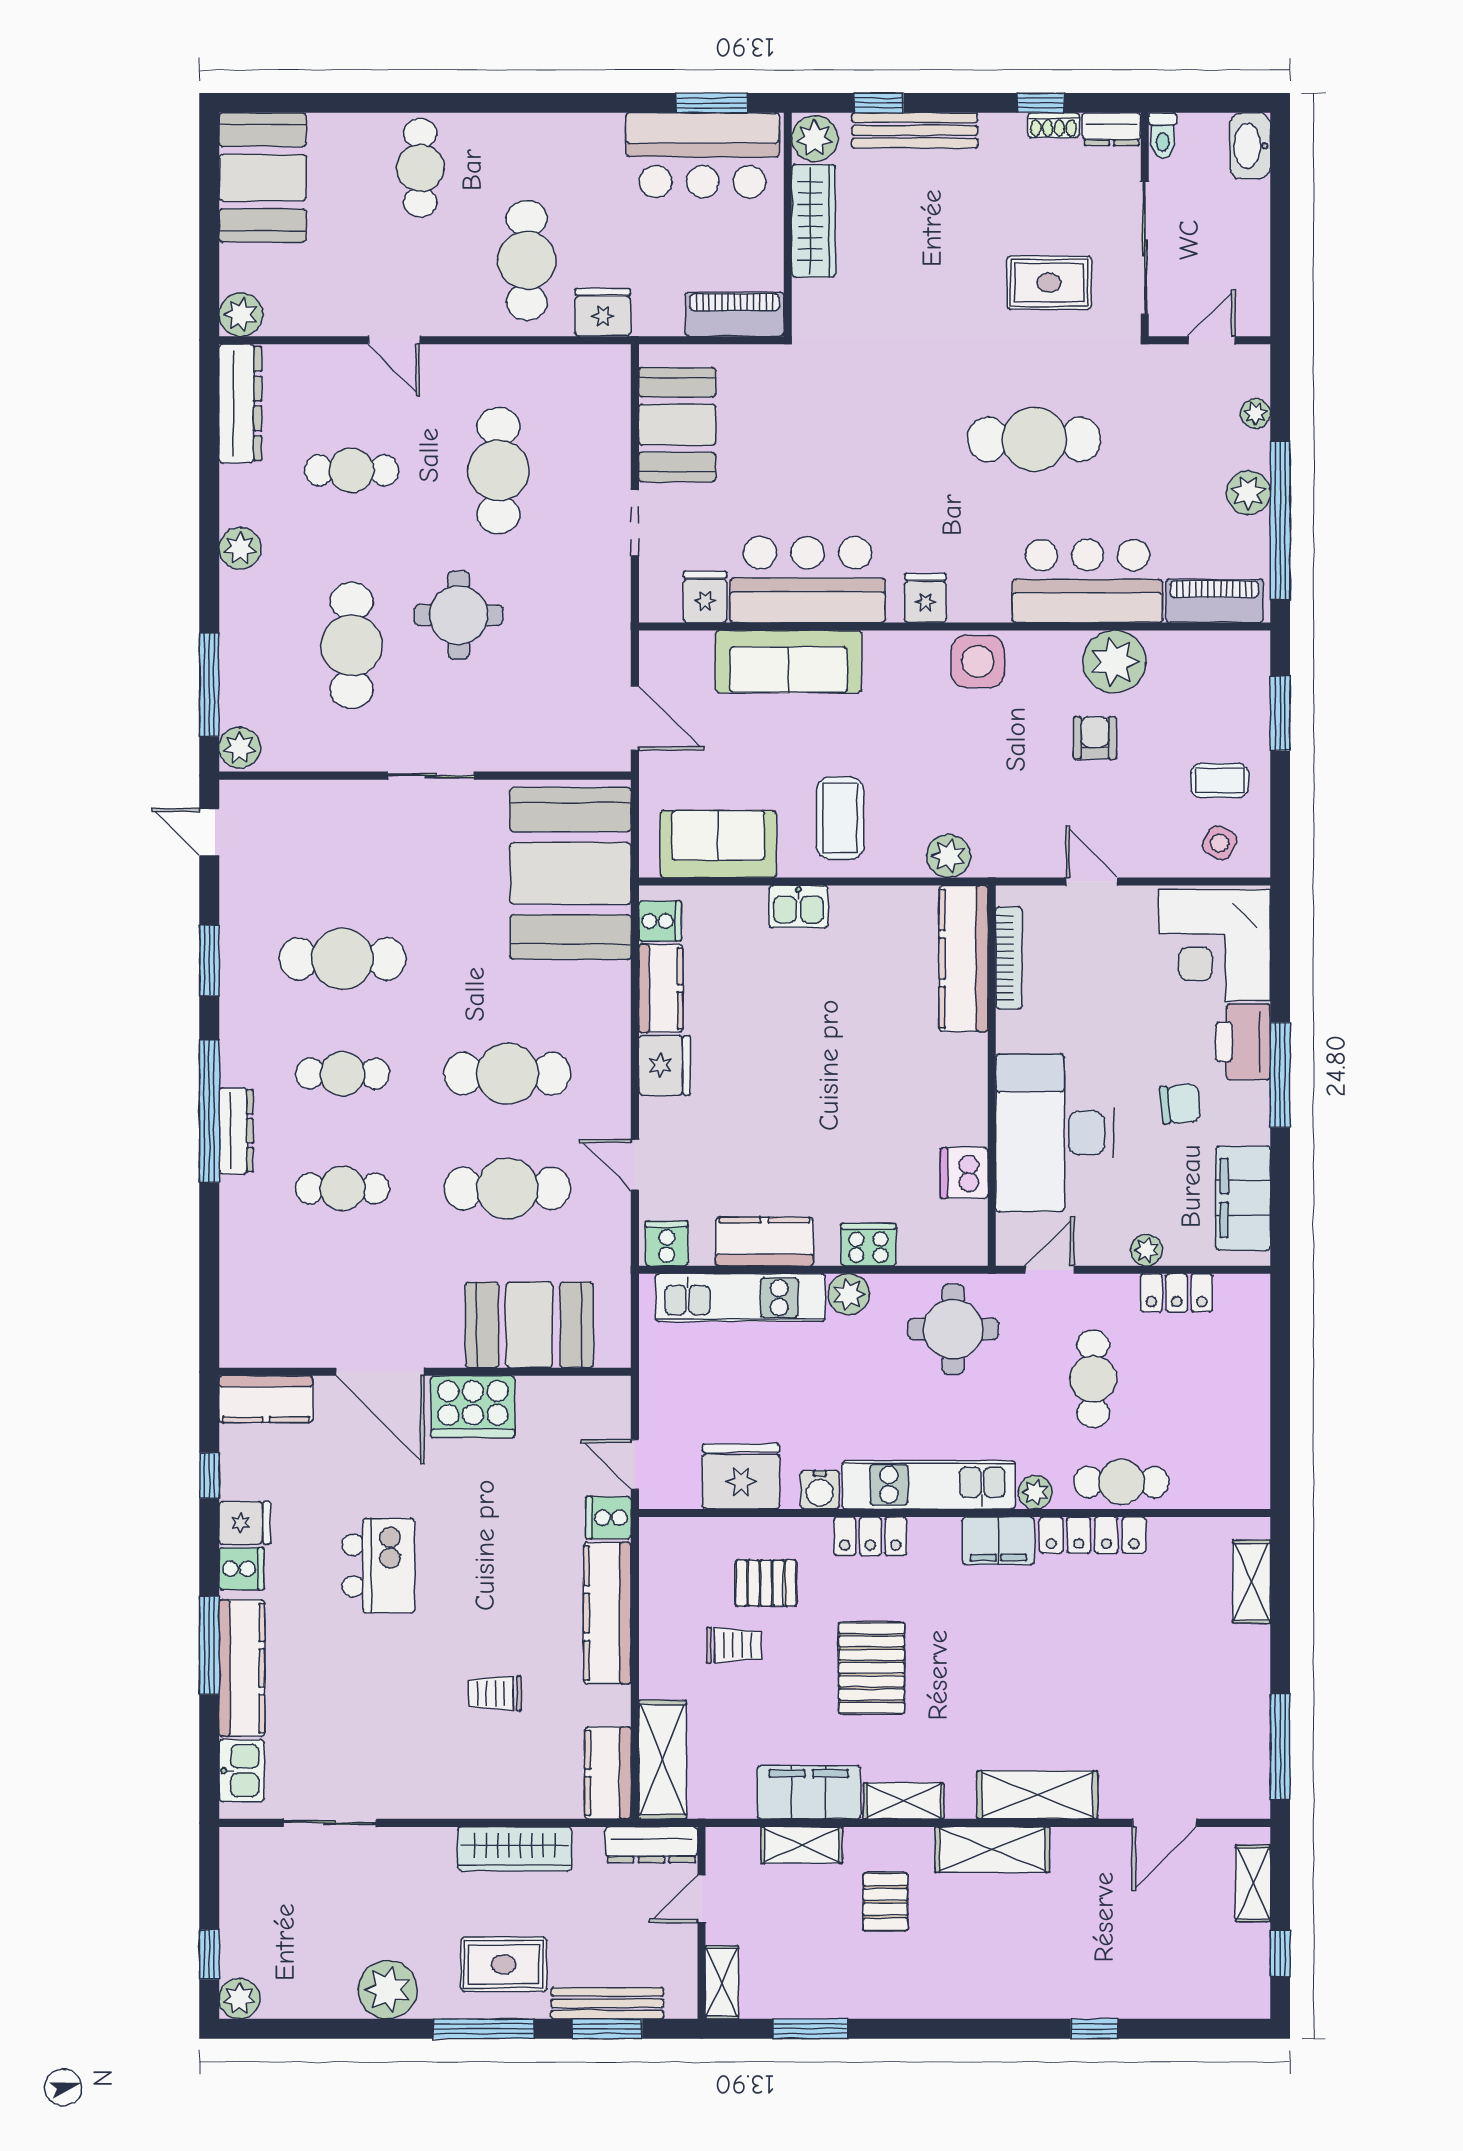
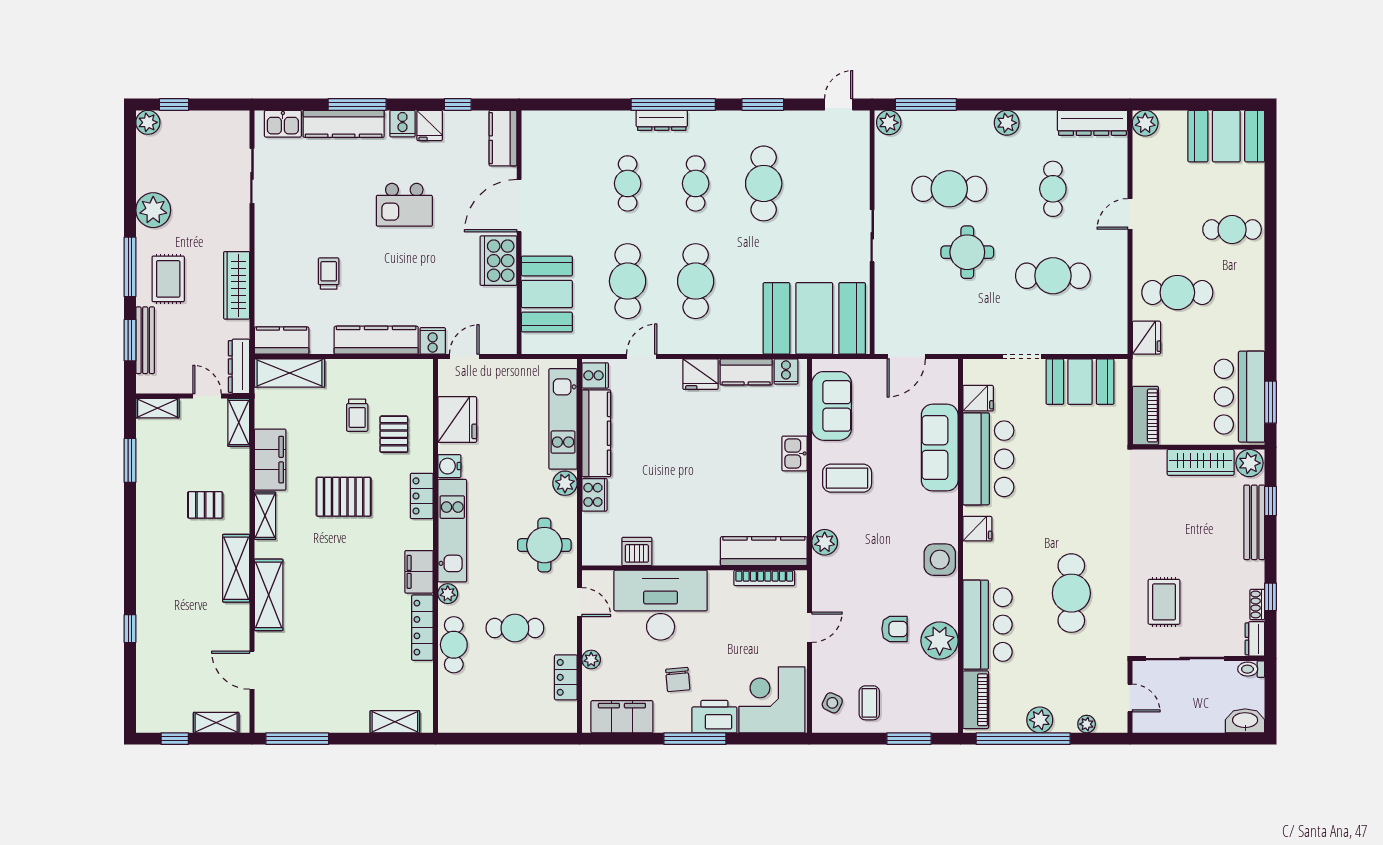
kitchen counter: (764, 1241) -> (596, 433), width x1.50
shelving: (802, 1845) -> (239, 422), moved

